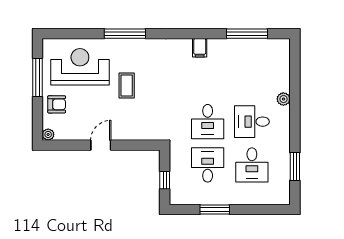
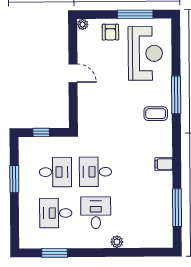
coffee table: (127, 86) -> (156, 114), moved

